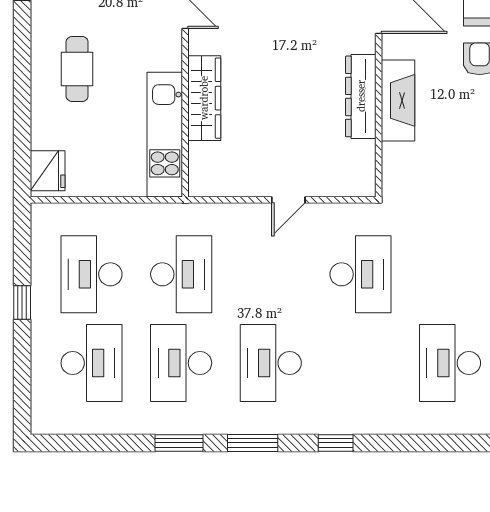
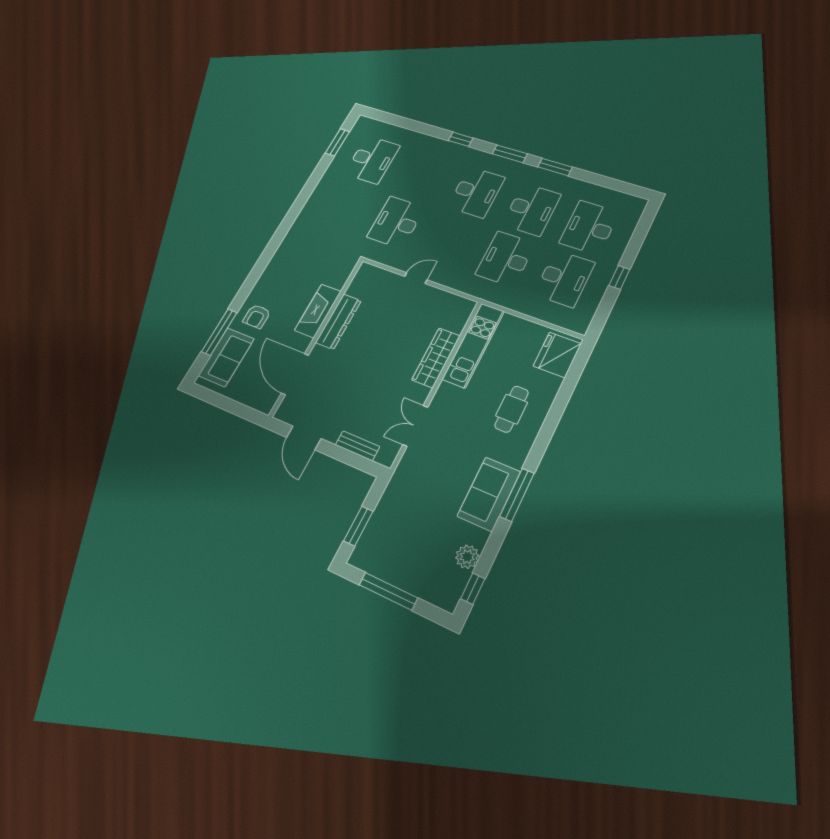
fridge: (48, 171) -> (557, 355), width x1.36, depth x1.34

